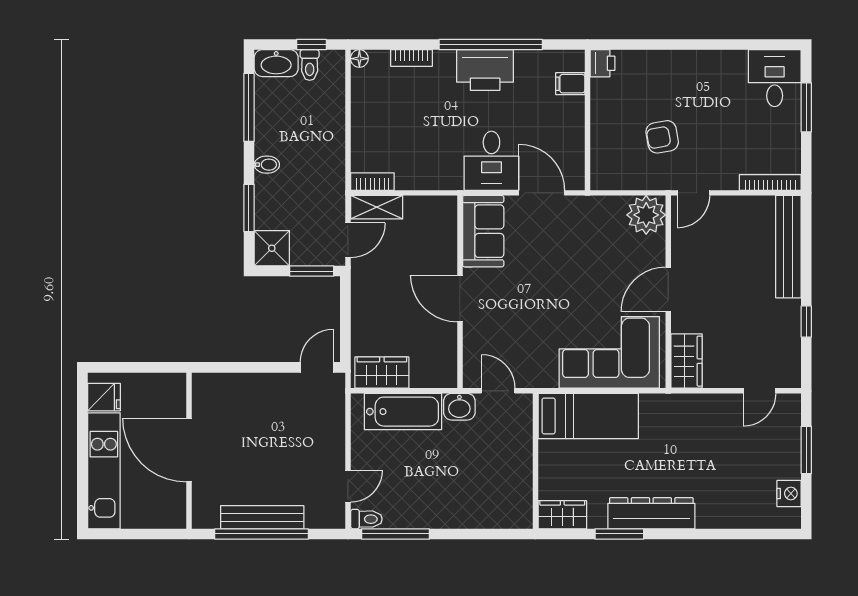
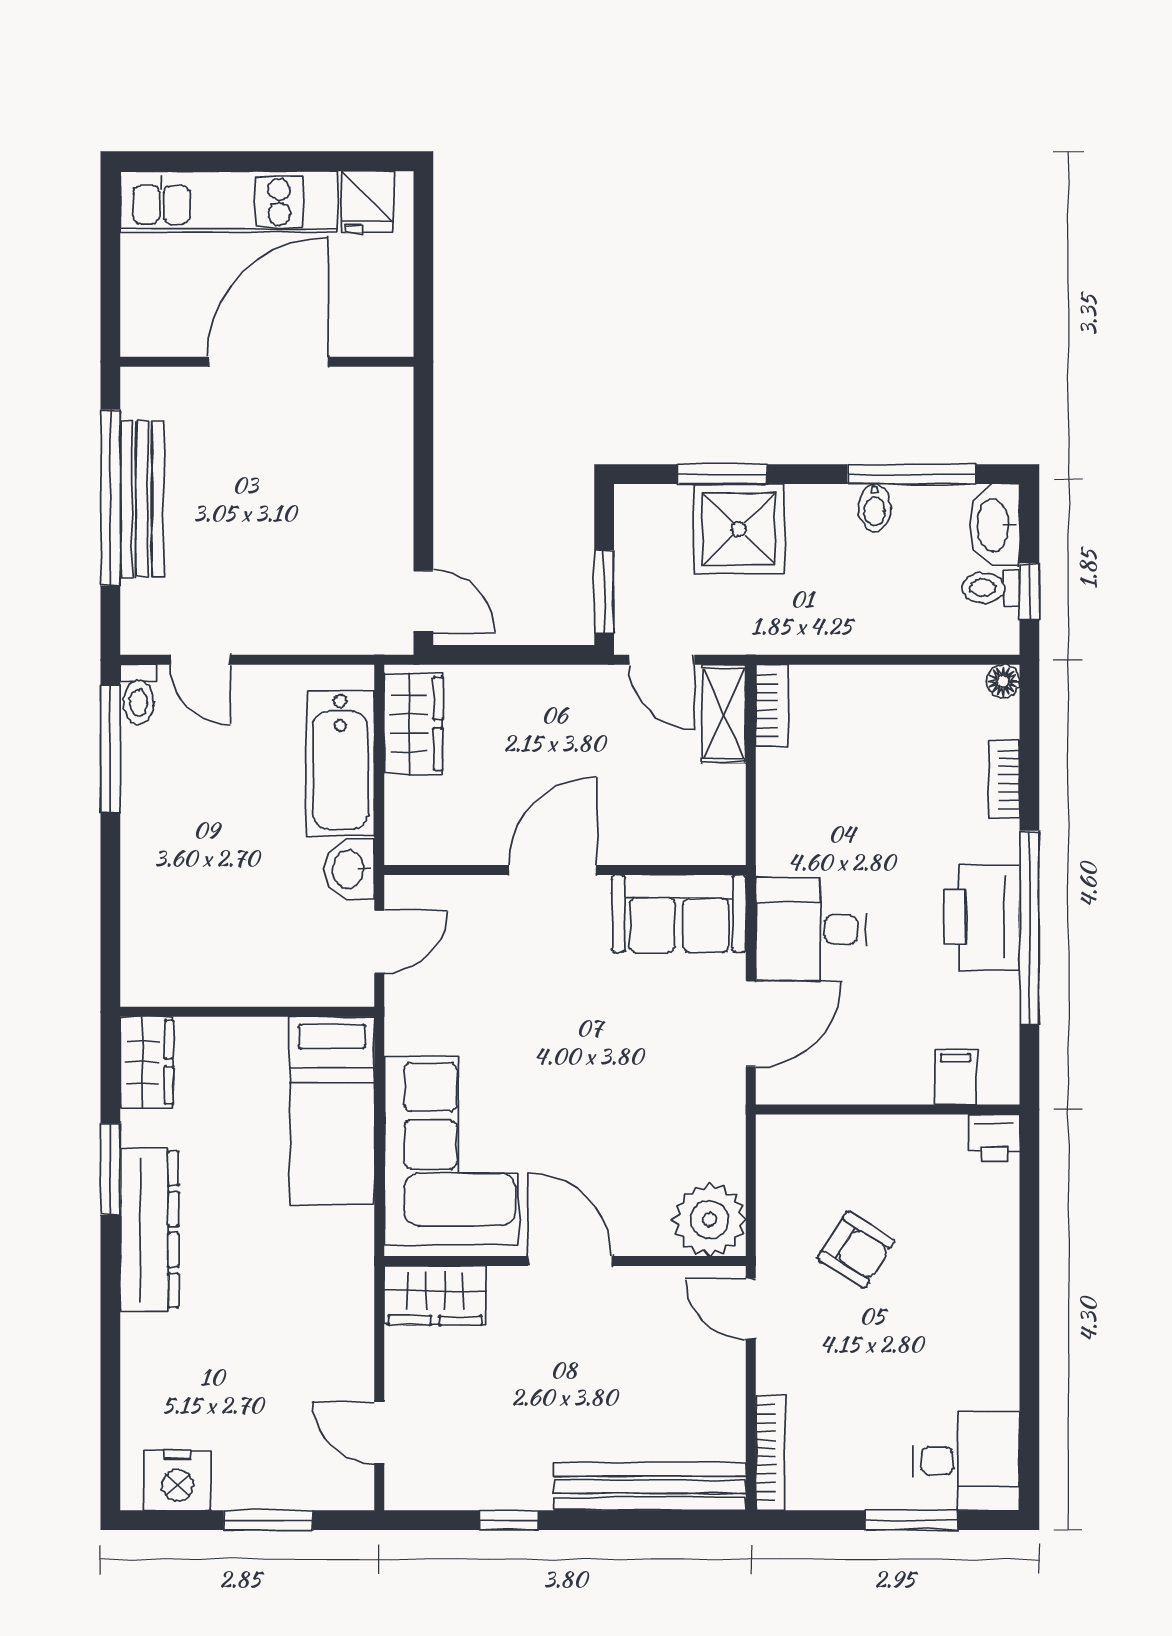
armchair: (662, 137) -> (856, 1250), turned 132
bidet: (267, 165) -> (875, 508), moved
shower: (272, 248) -> (739, 529), moved, width x1.36, depth x1.36
nightstand: (789, 493) -> (178, 1480), width x1.36, depth x1.33

